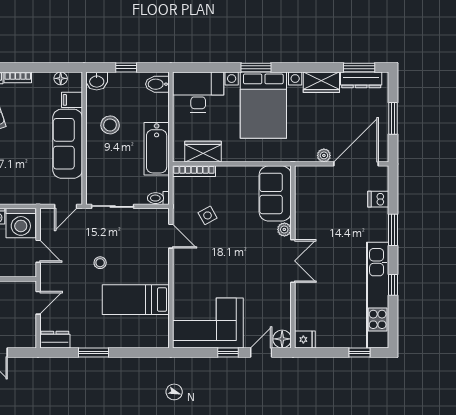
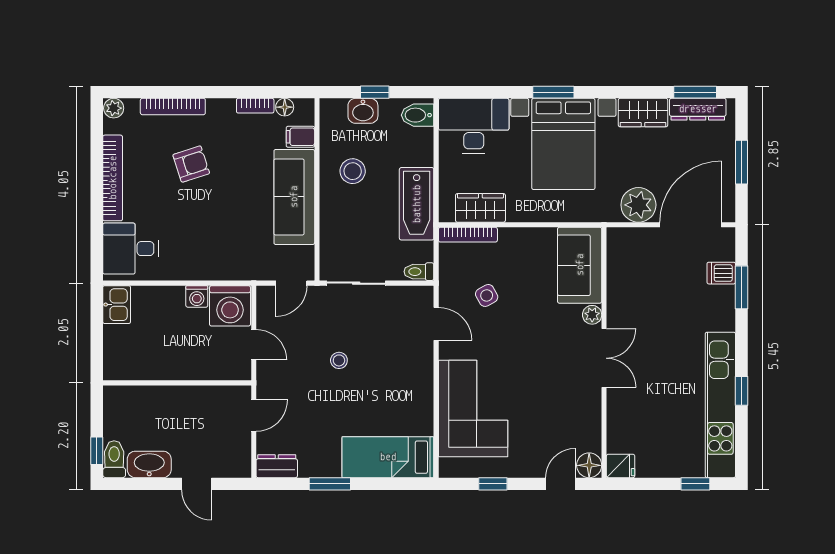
bookcase: (18, 77) -> (255, 106), moved
washbasin: (97, 81) -> (363, 111), moved
plant: (324, 155) -> (638, 205), width x1.88, depth x1.88
window: (393, 230) -> (742, 287), moved
bed: (136, 300) -> (388, 457), moved
corner sofa: (208, 323) -> (473, 409), moved, turned 90
window: (228, 352) -> (493, 484), moved

